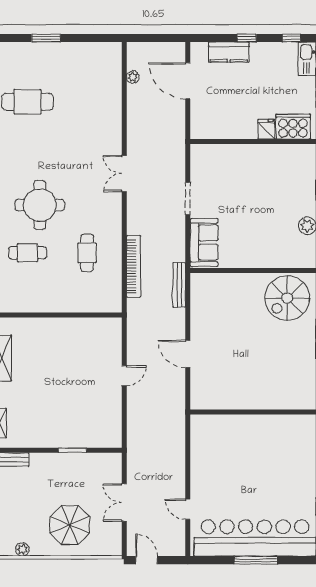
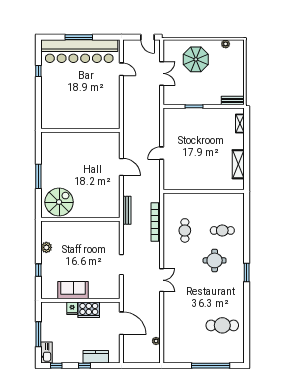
window: (46, 38) -> (211, 366), width x2.11
door: (188, 81) -> (121, 323), moved
cooker: (293, 127) -> (89, 310), moved
round table: (40, 205) -> (215, 260), width x0.73, depth x0.73
sofa: (204, 242) -> (73, 290), moved, turned 90

